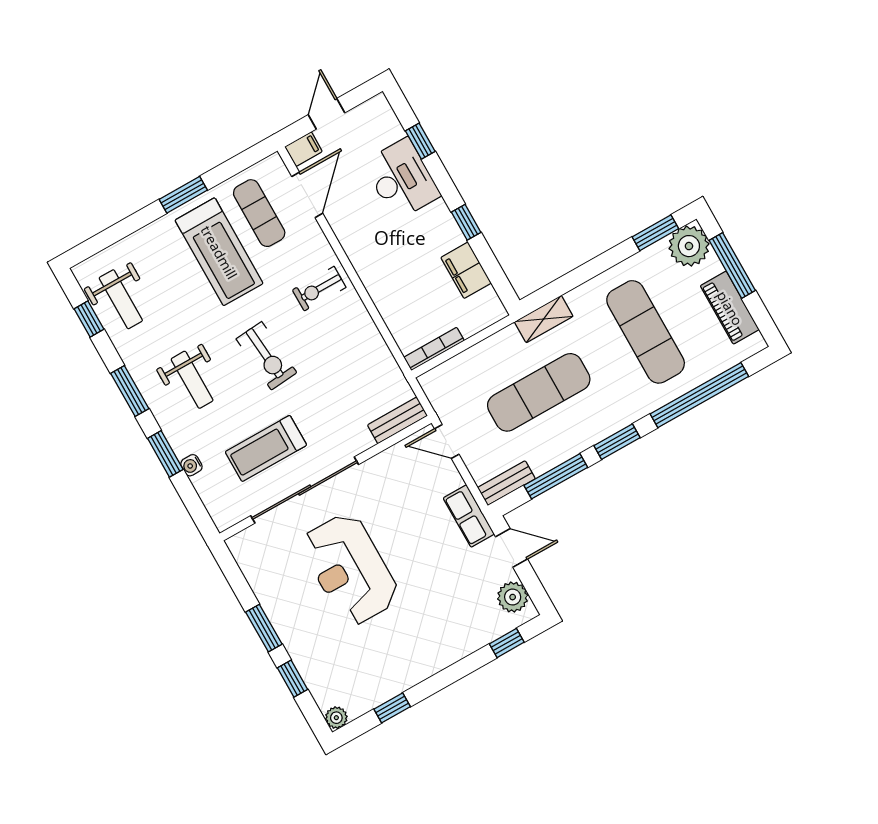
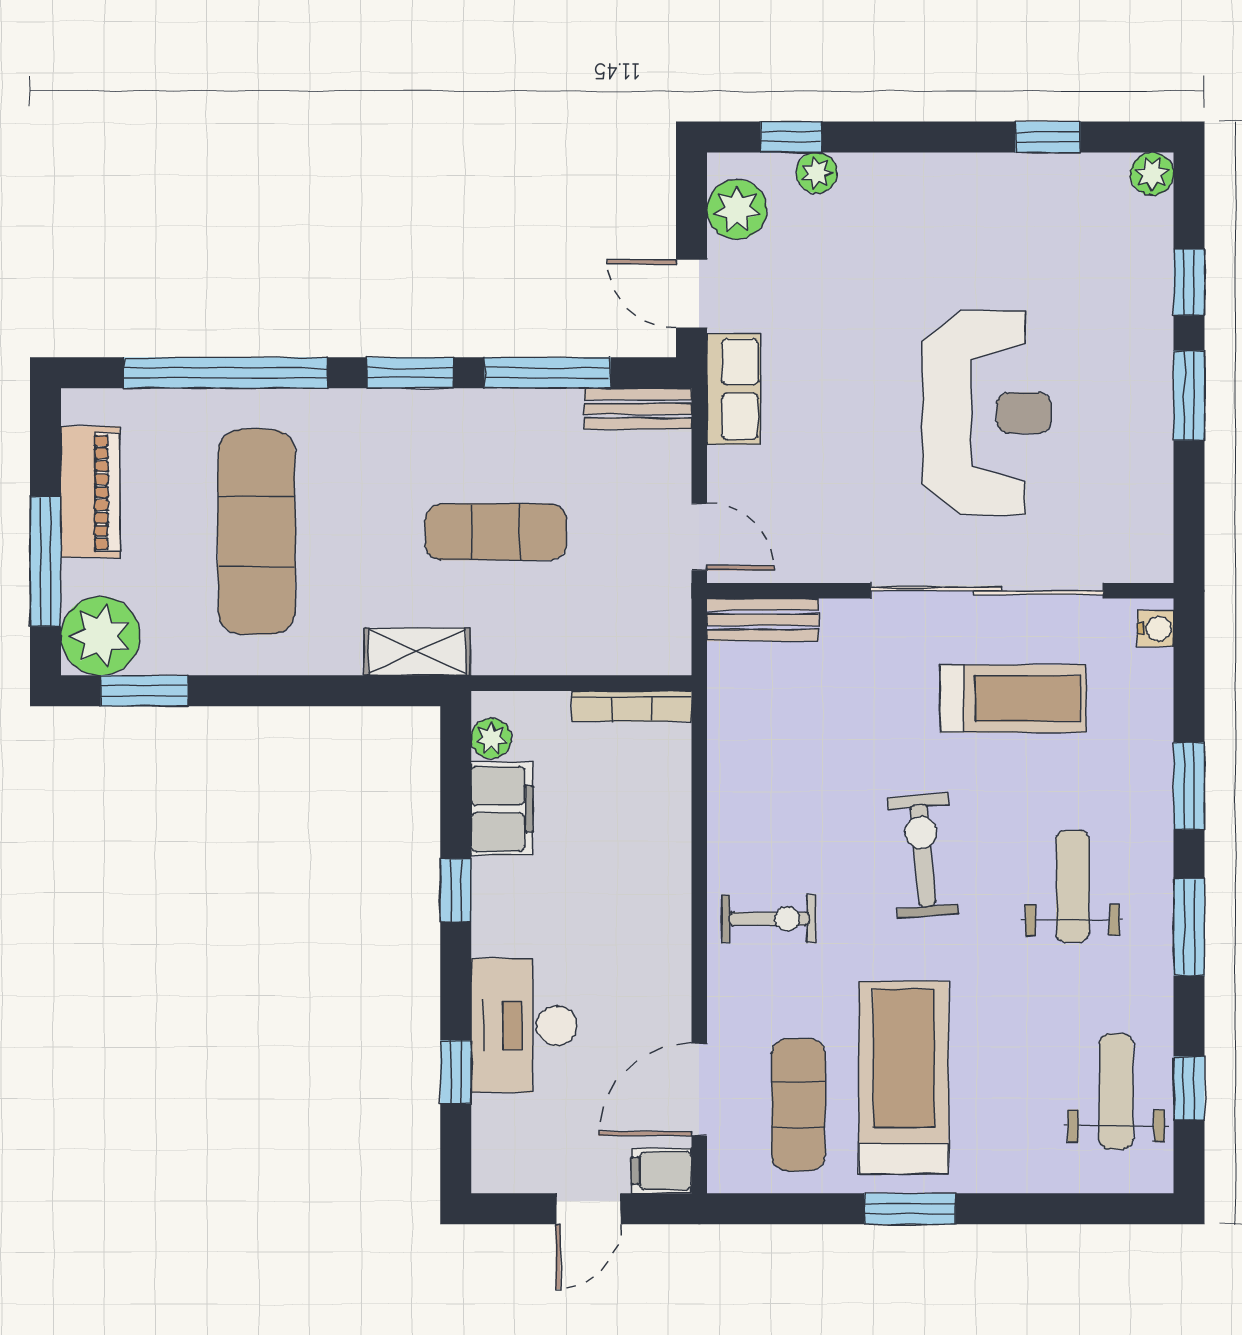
plant: (489, 299) -> (491, 738), added
exercise mat: (539, 392) -> (496, 532), width x0.73, depth x0.69
water cooler: (191, 465) -> (1156, 629), moved
plant: (486, 634) -> (817, 173), added

